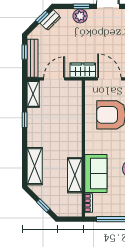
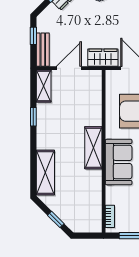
bench: (32, 58) -> (43, 50), width x0.73
sofa: (96, 174) -> (119, 162), moved
shelving: (75, 175) -> (93, 148), moved

